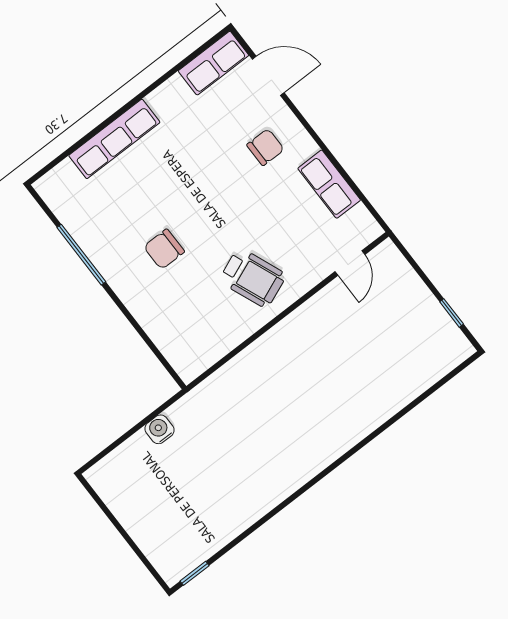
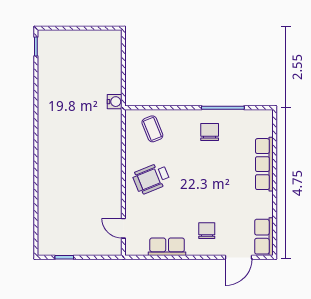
chair: (265, 147) -> (207, 231), turned 180
chair: (164, 249) -> (210, 132), moved
coffee table: (184, 328) -> (152, 129), added
water cooler: (160, 429) -> (115, 102), moved

